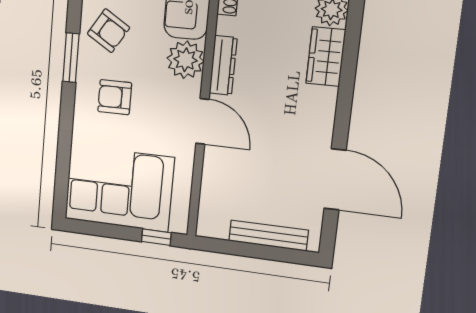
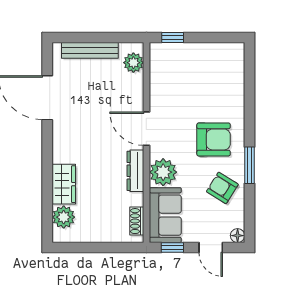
armchair: (115, 97) -> (214, 139), width x1.38, depth x1.38
corner sofa: (119, 188) -> (204, 71), removed
plant: (211, 212) -> (133, 63), added

